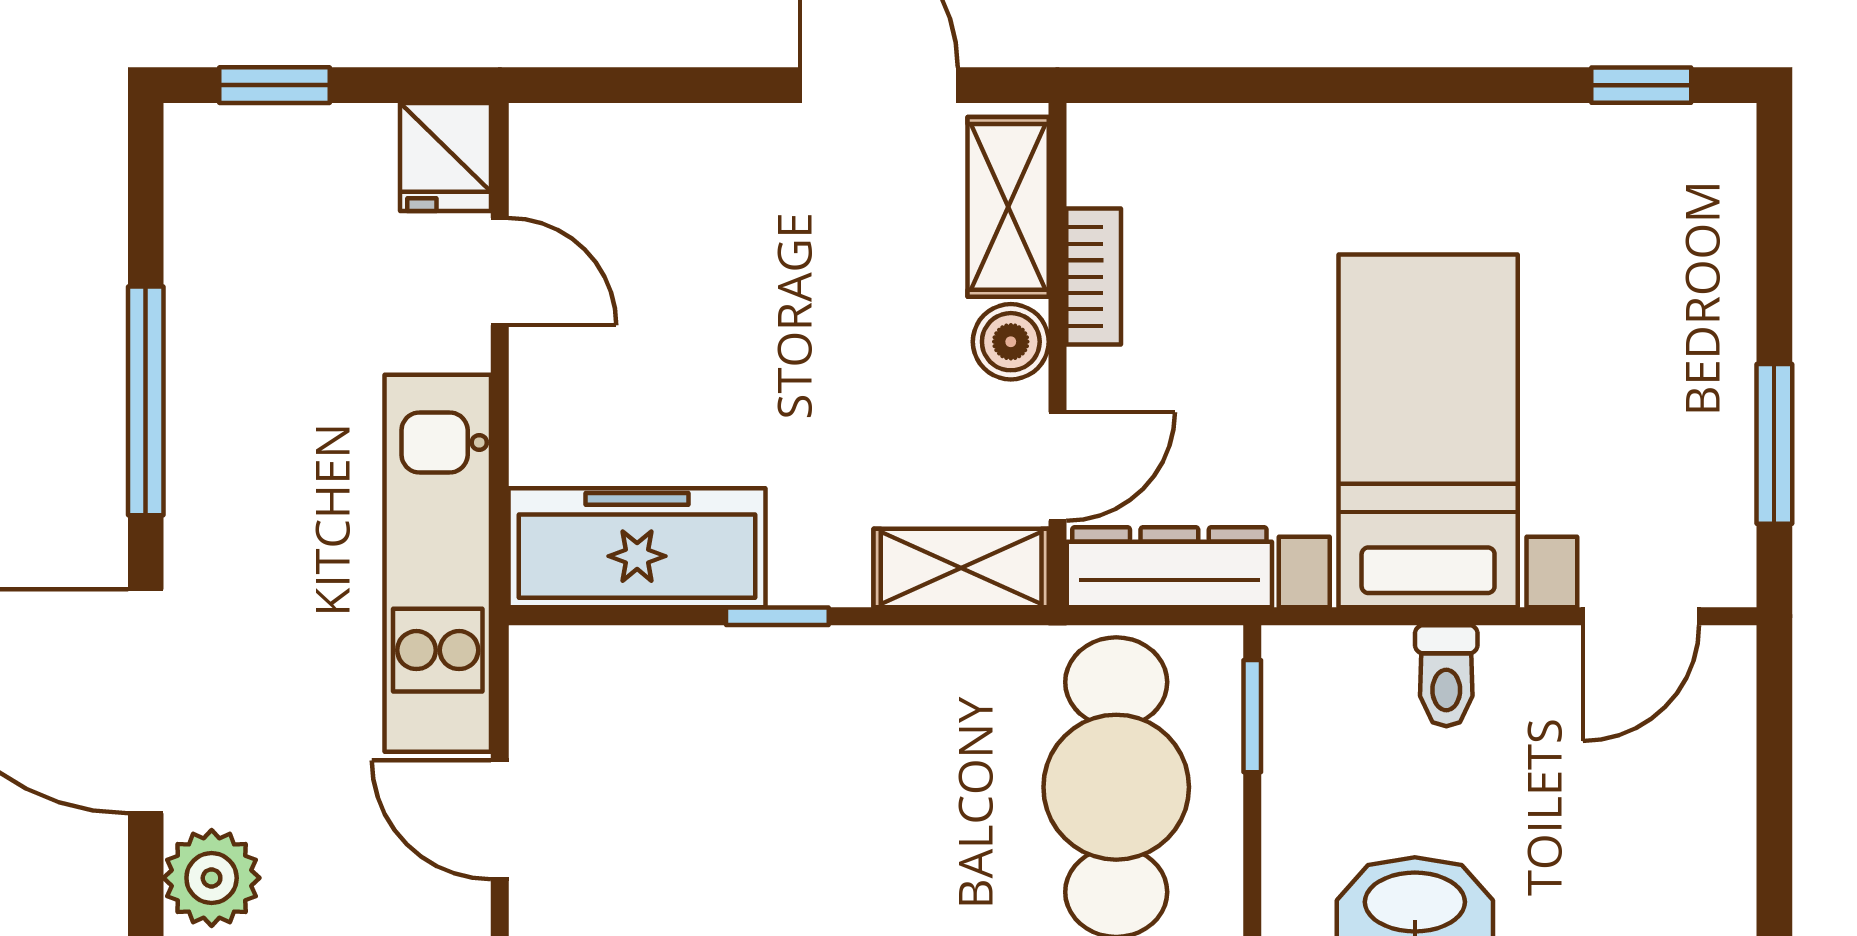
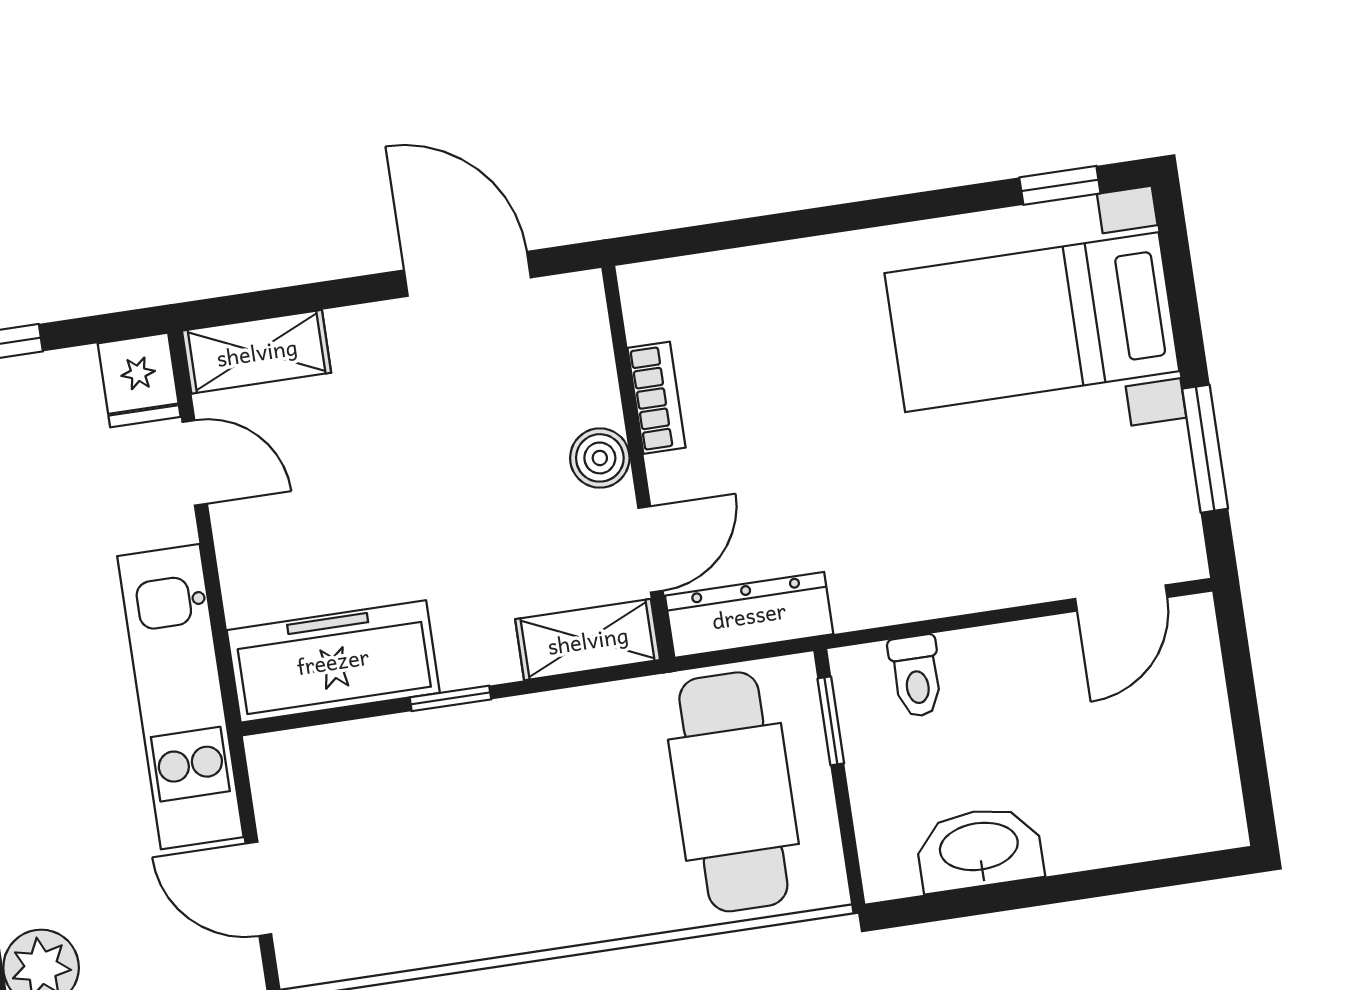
shelving: (1008, 207) -> (257, 352), moved, turned 90
bed with nightstands: (1428, 431) -> (1032, 322), moved, turned -90
toilet: (1446, 676) -> (916, 676), moved

